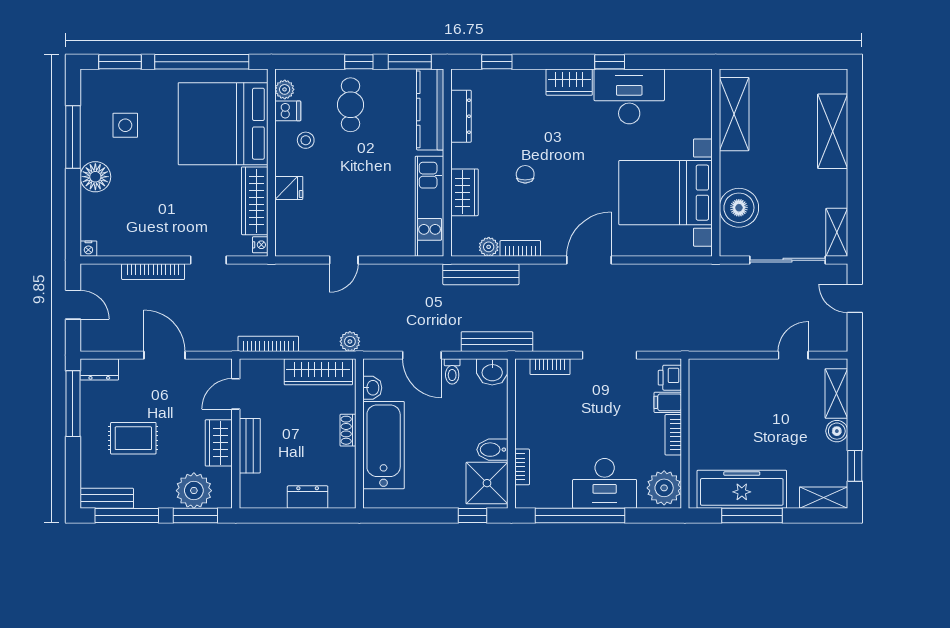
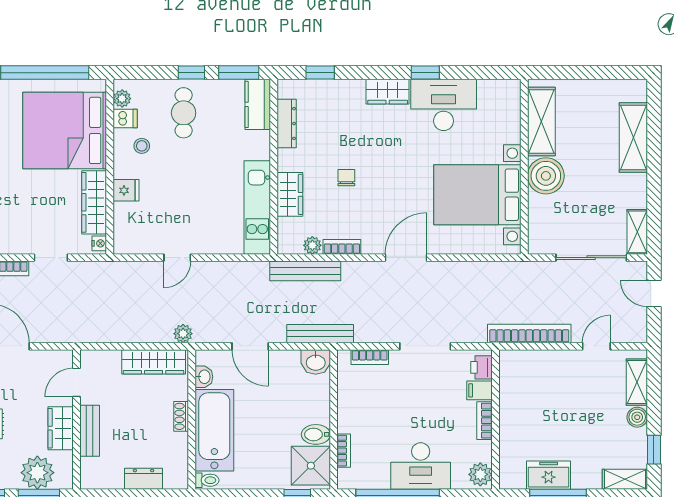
kitchen counter: (430, 109) -> (258, 104), width x0.67
boiler: (739, 208) -> (546, 176), moved
bookcase: (268, 344) -> (529, 334), moved, width x1.48, depth x1.31
toilet: (452, 371) -> (207, 480), moved, turned -90
plant: (664, 488) -> (480, 474), width x0.73, depth x0.73
freezer: (742, 489) -> (549, 475), width x0.52, depth x0.79

